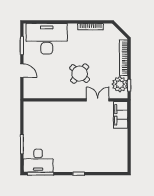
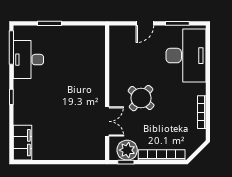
filing cabinet: (121, 115) -> (22, 143), moved, turned 90
desk: (38, 161) -> (28, 60), moved

